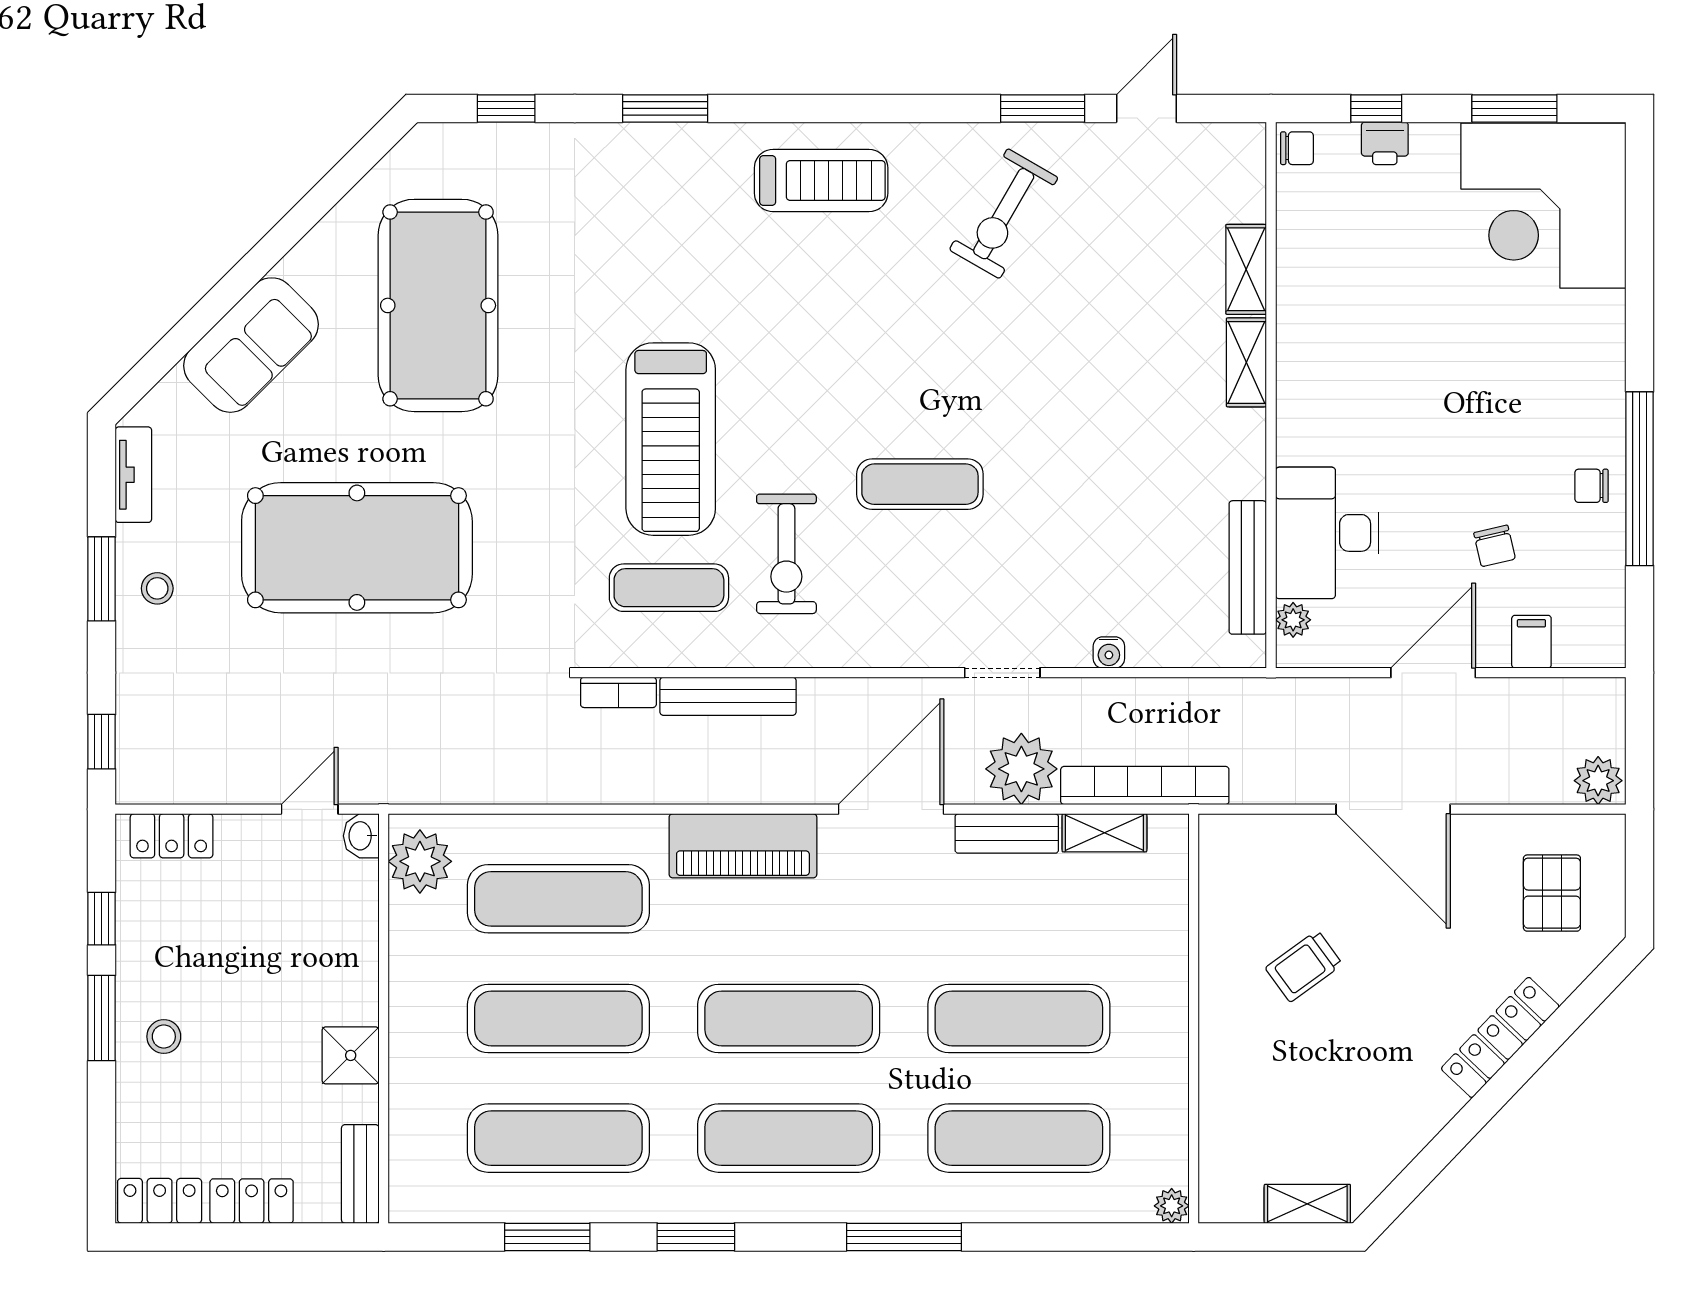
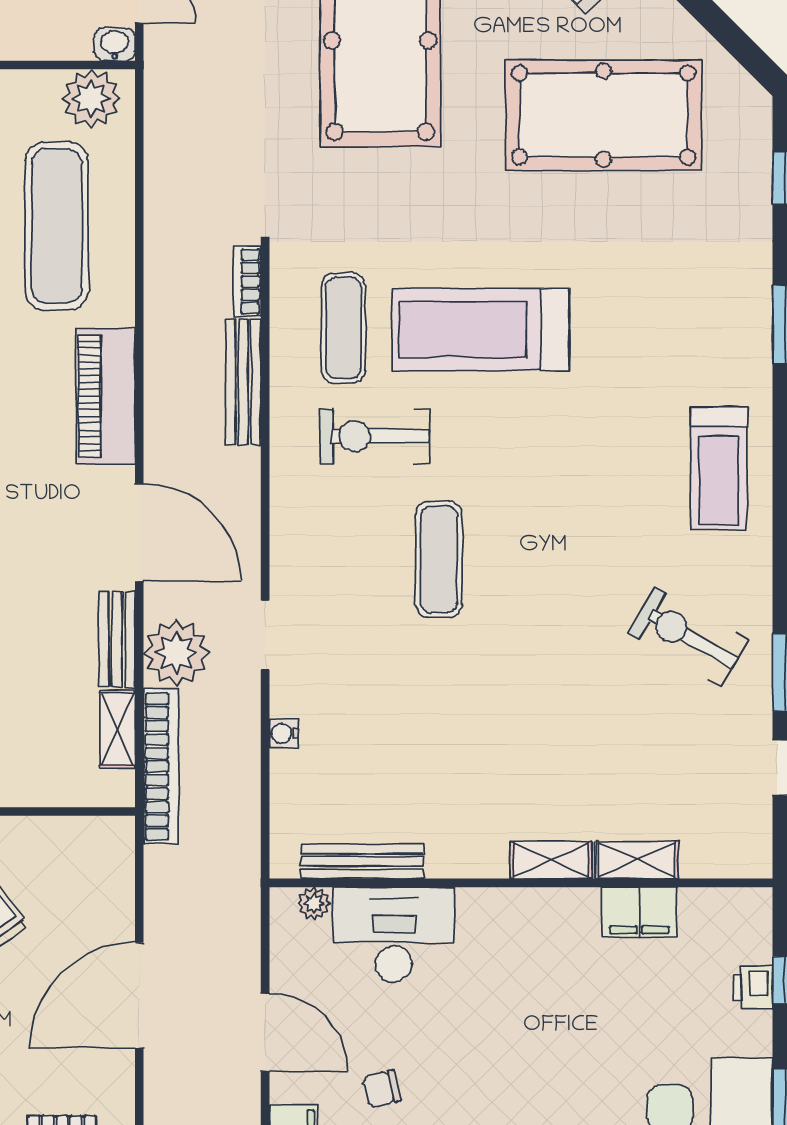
chair: (1297, 148) -> (748, 907), removed
filing cabinet: (1303, 267) -> (639, 912), added

